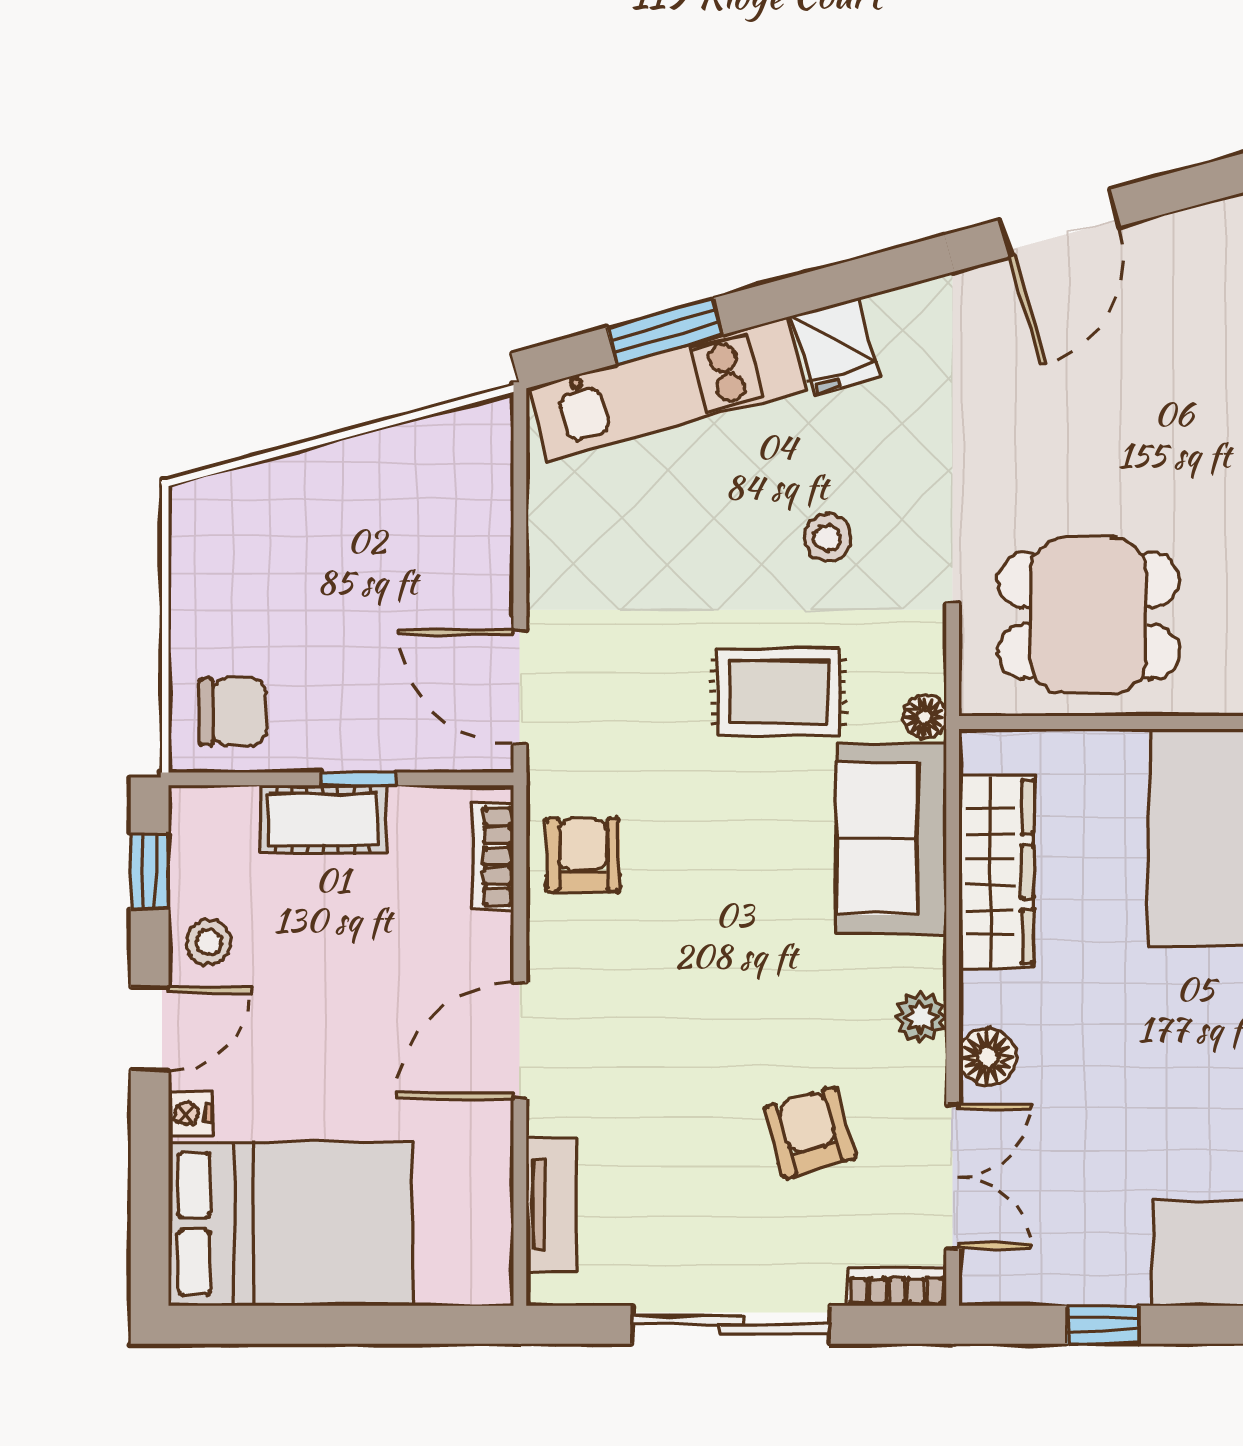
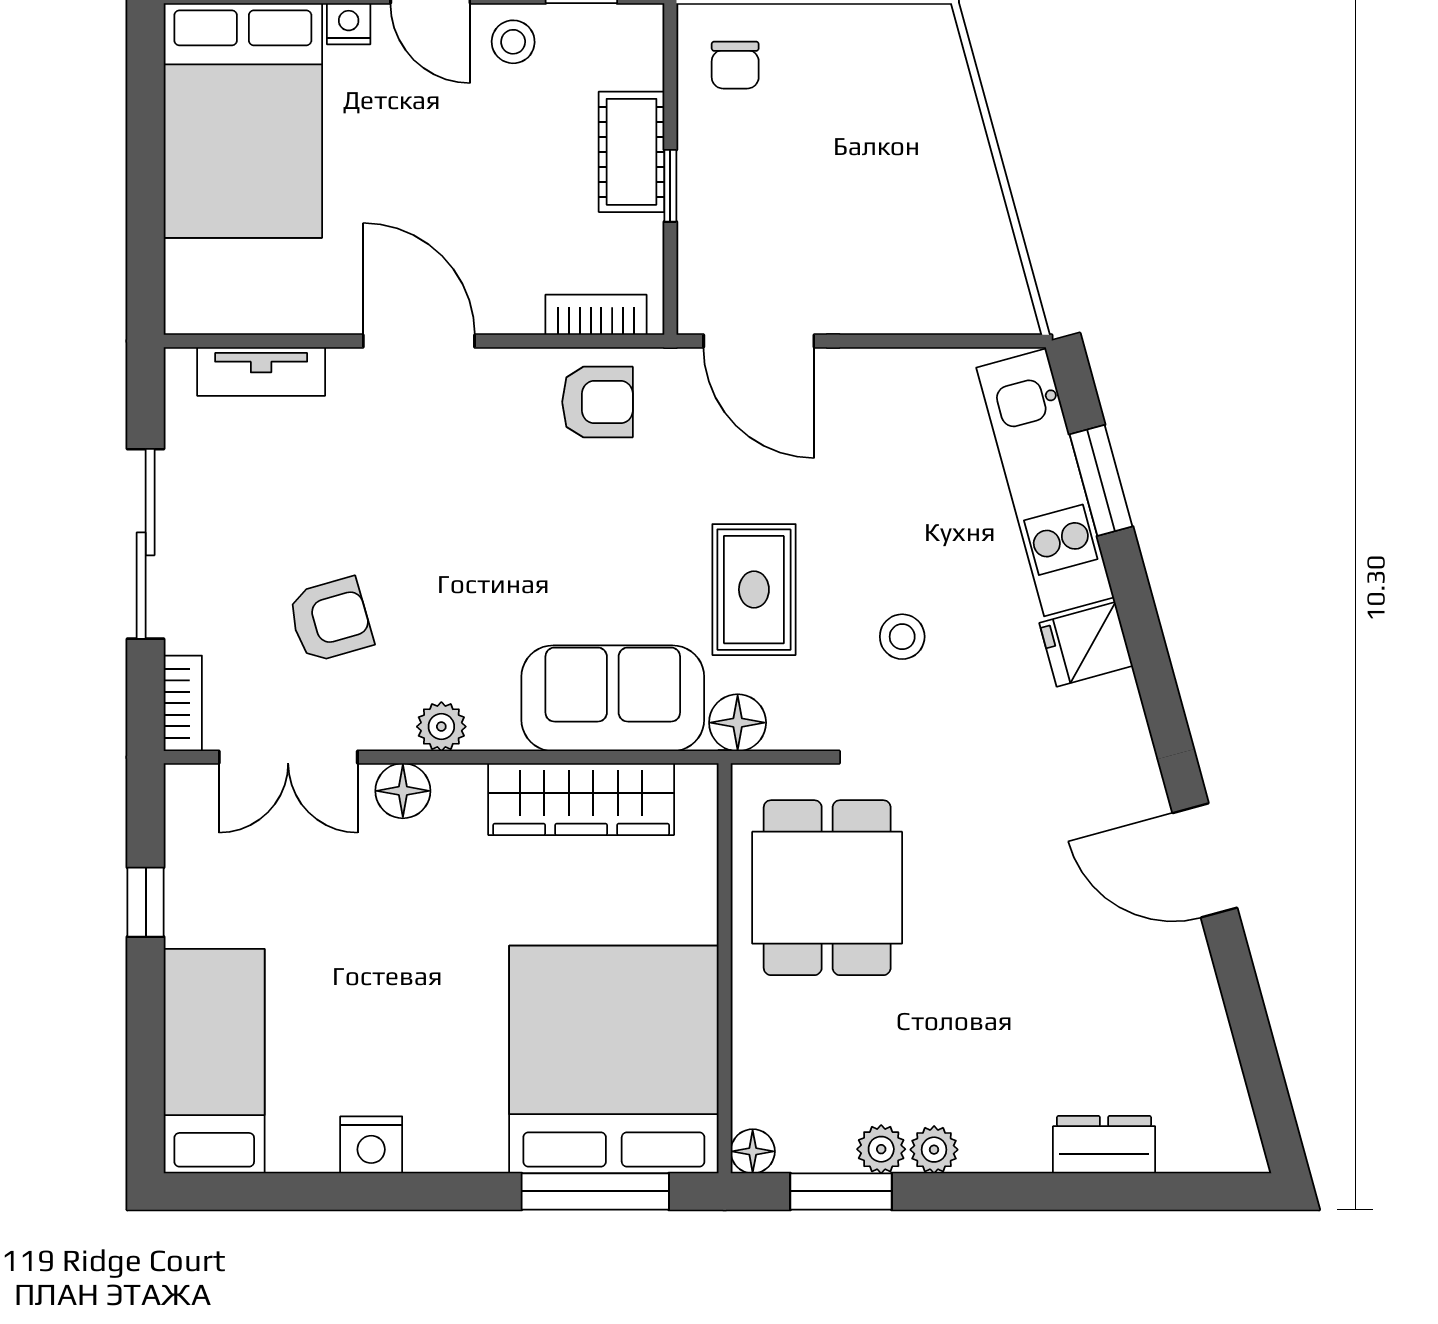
door: (520, 687) -> (759, 341), swing flipped
chair: (233, 712) -> (735, 65), width x0.73, depth x0.73
floor lamp: (925, 717) -> (738, 723), width x1.37, depth x1.37

